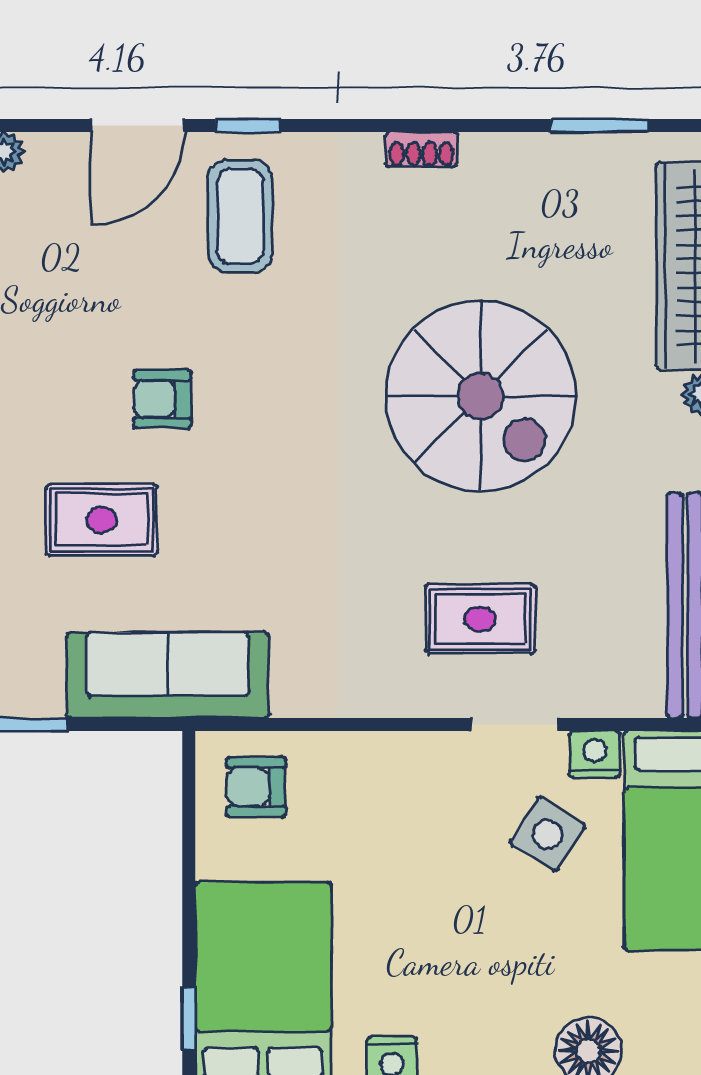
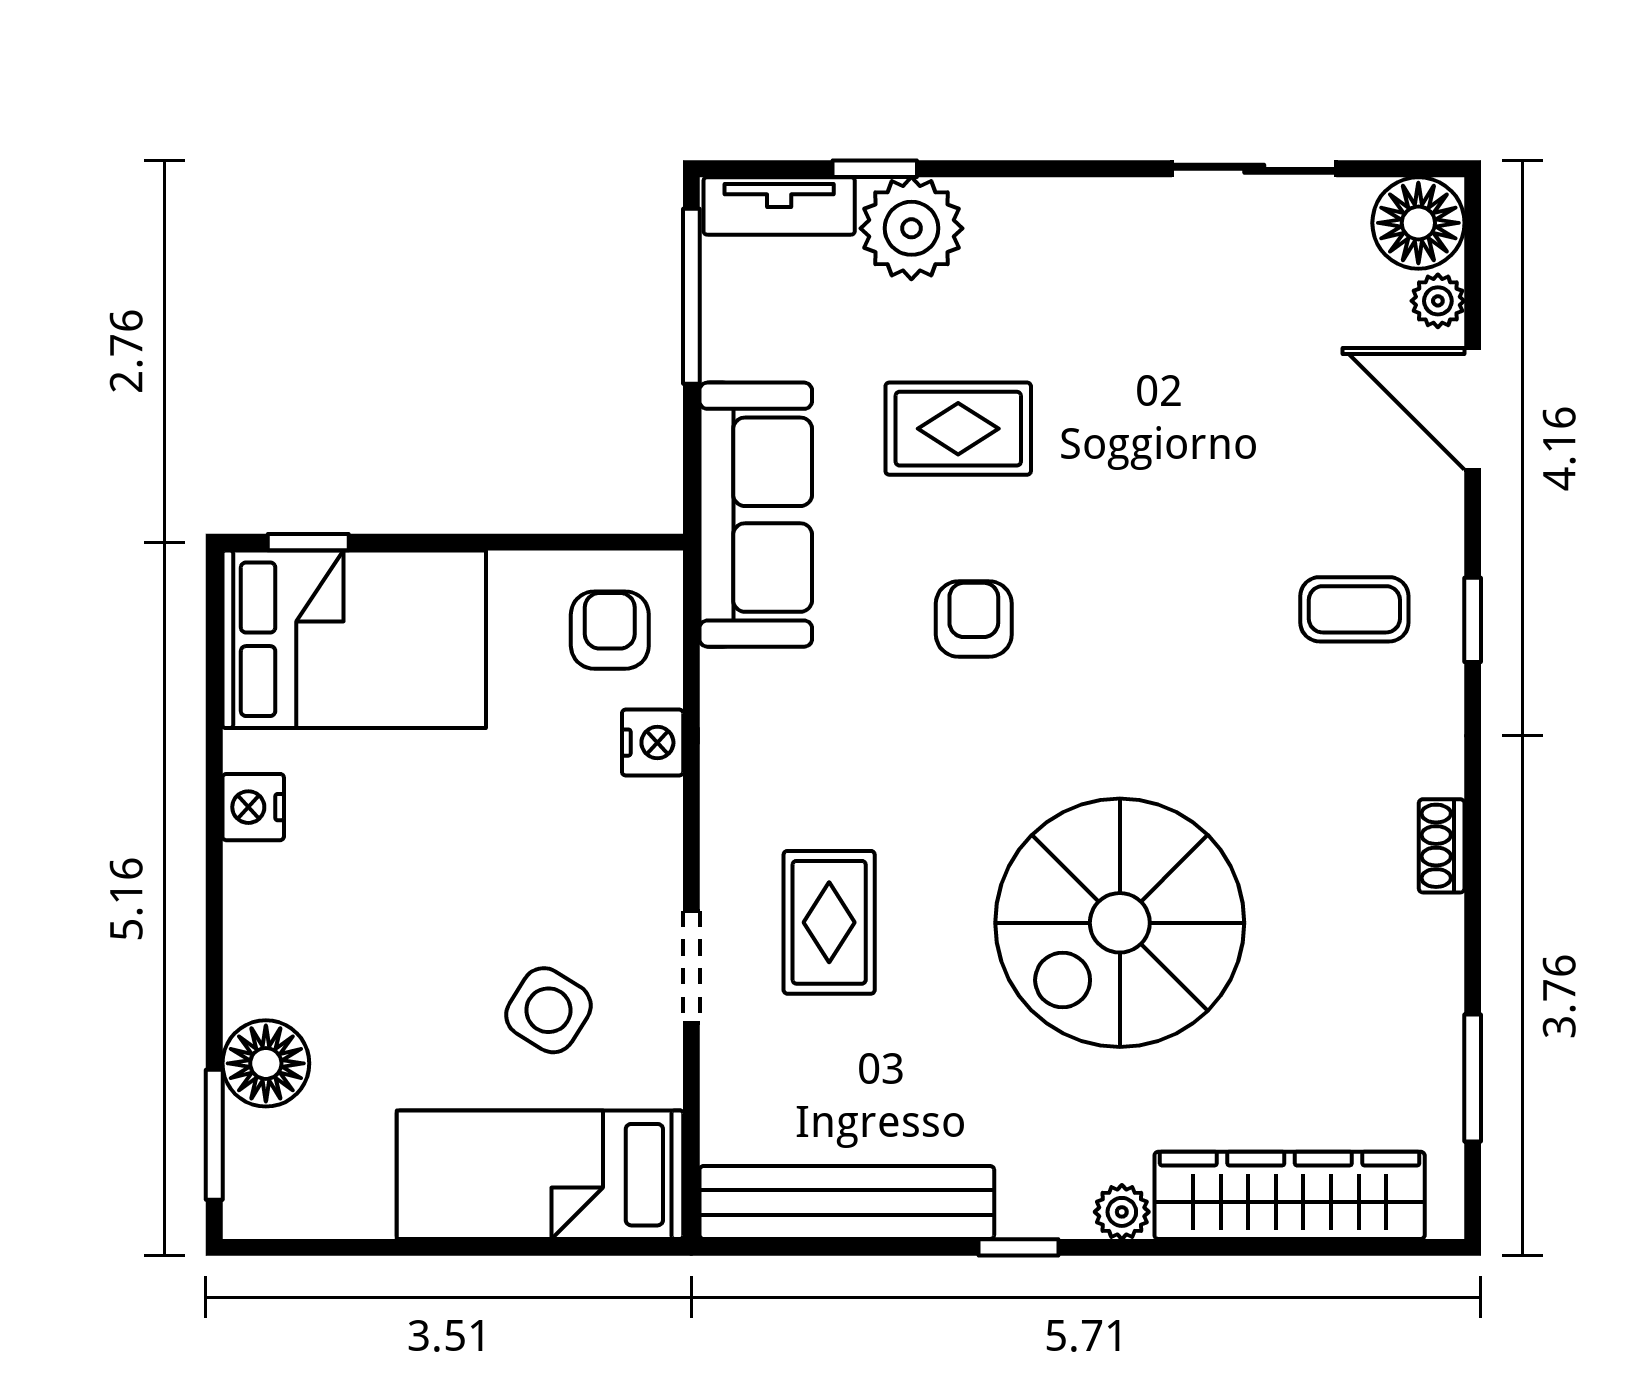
door: (138, 126) -> (1473, 409), moved
coffee table: (240, 216) -> (1354, 609), width x0.73, depth x0.77
armchair: (162, 399) -> (974, 619), moved
rug: (102, 520) -> (958, 429), turned 90
nightstand: (595, 754) -> (653, 743), moved

